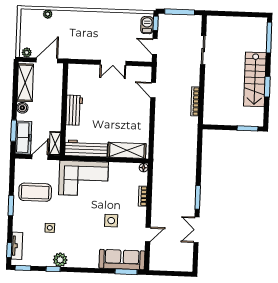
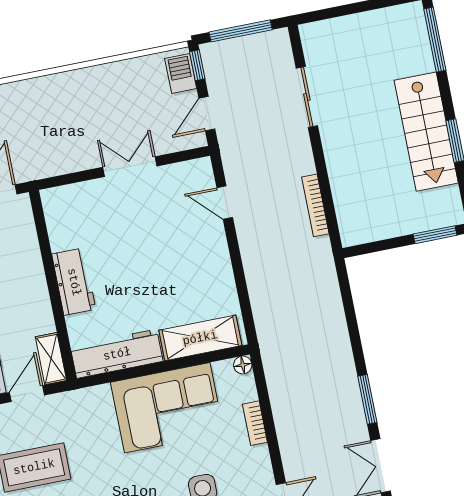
door: (155, 47) -> (207, 114), hinge flipped
double door: (113, 63) -> (130, 167), swing flipped
corner sofa: (84, 178) -> (167, 408), moved

